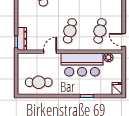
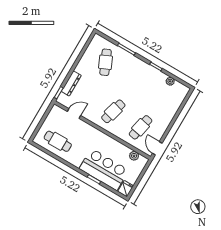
dresser: (22, 39) -> (71, 83), moved
door: (50, 52) -> (74, 114), moved
bar counter: (82, 65) -> (104, 169), moved, turned 180

